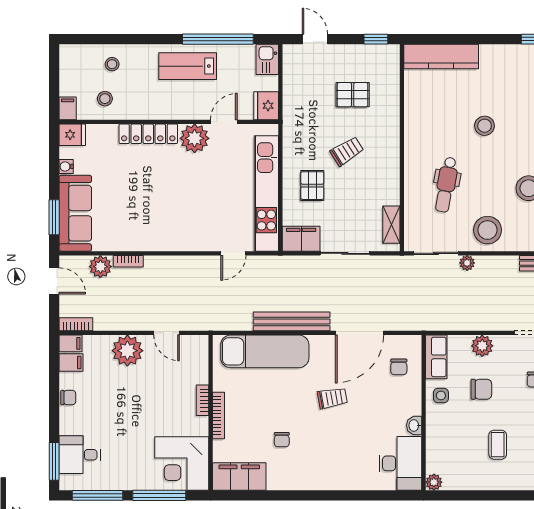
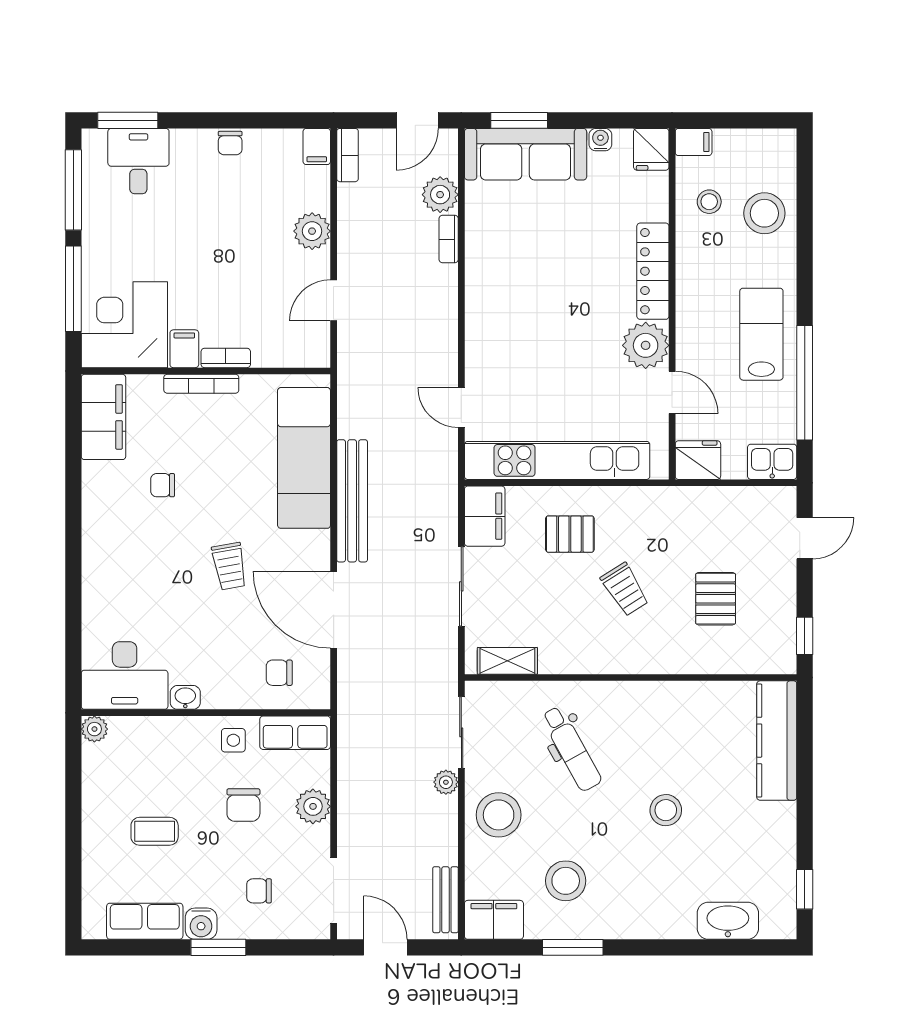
stool: (112, 64) -> (764, 213), width x1.89, depth x1.89
dental chair: (446, 185) -> (571, 749), turned -129
plant: (127, 351) -> (312, 231), width x0.73, depth x0.73
filing cabinet: (71, 362) -> (184, 349), moved, turned 180

